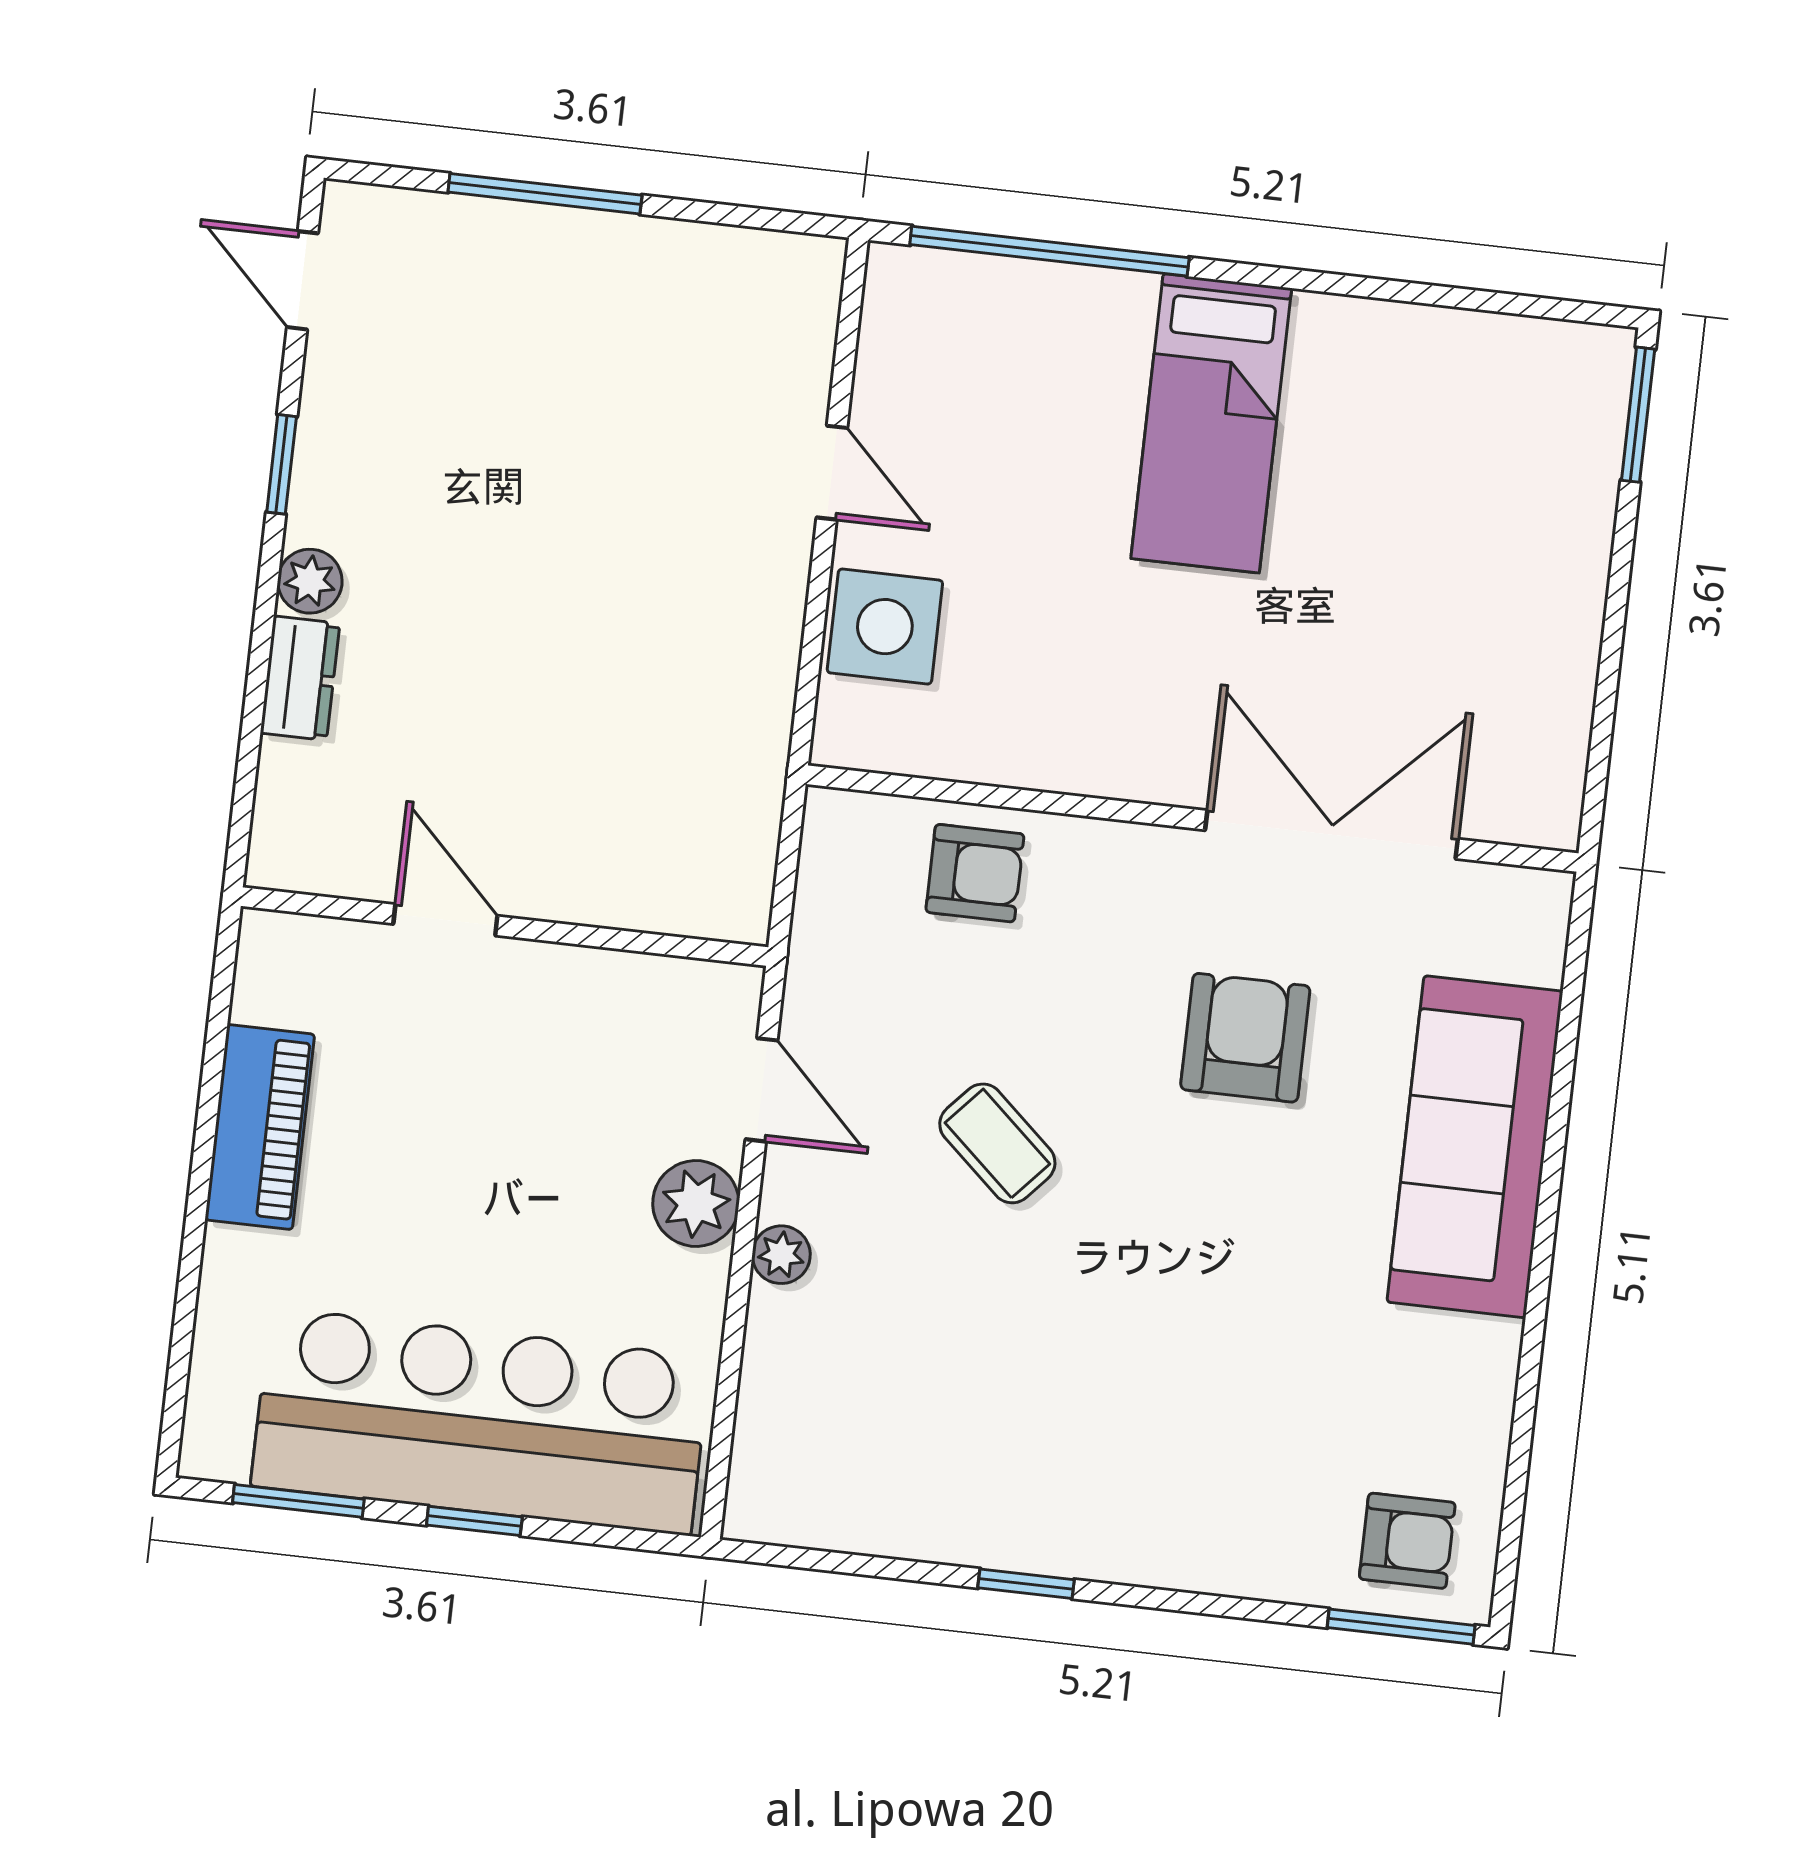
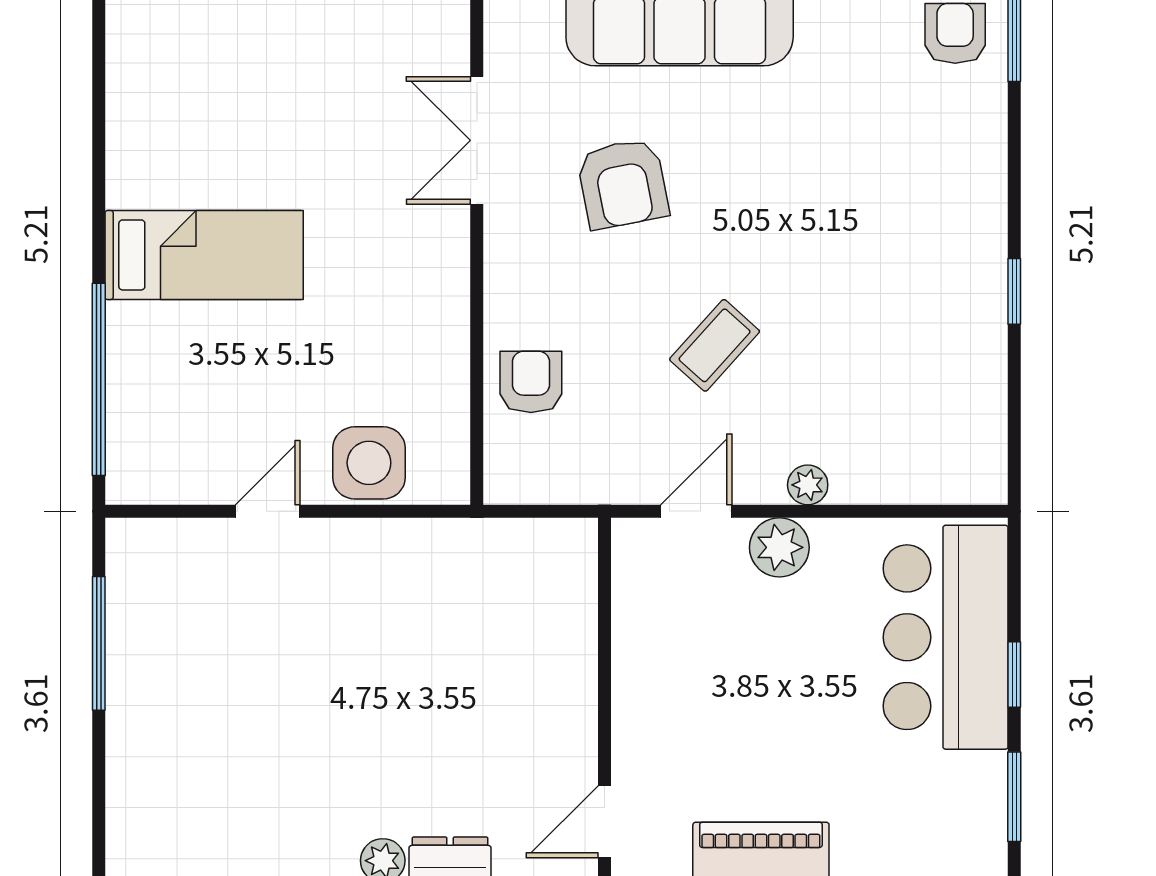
window: (545, 194) -> (99, 643), moved
double door: (1332, 835) -> (477, 140), width x0.73
door: (445, 920) -> (604, 822), moved
armchair: (1245, 1038) -> (623, 184), turned -101
bar counter: (481, 1421) -> (946, 637), width x0.73

